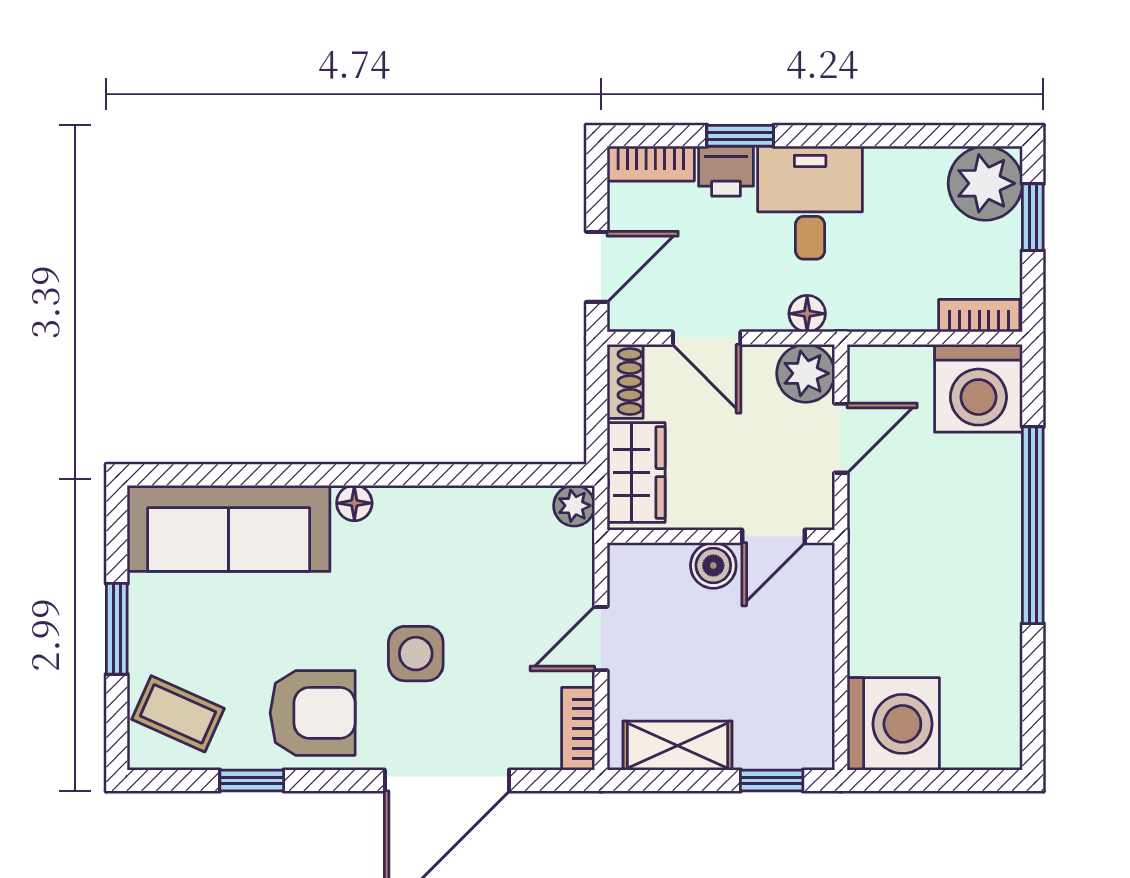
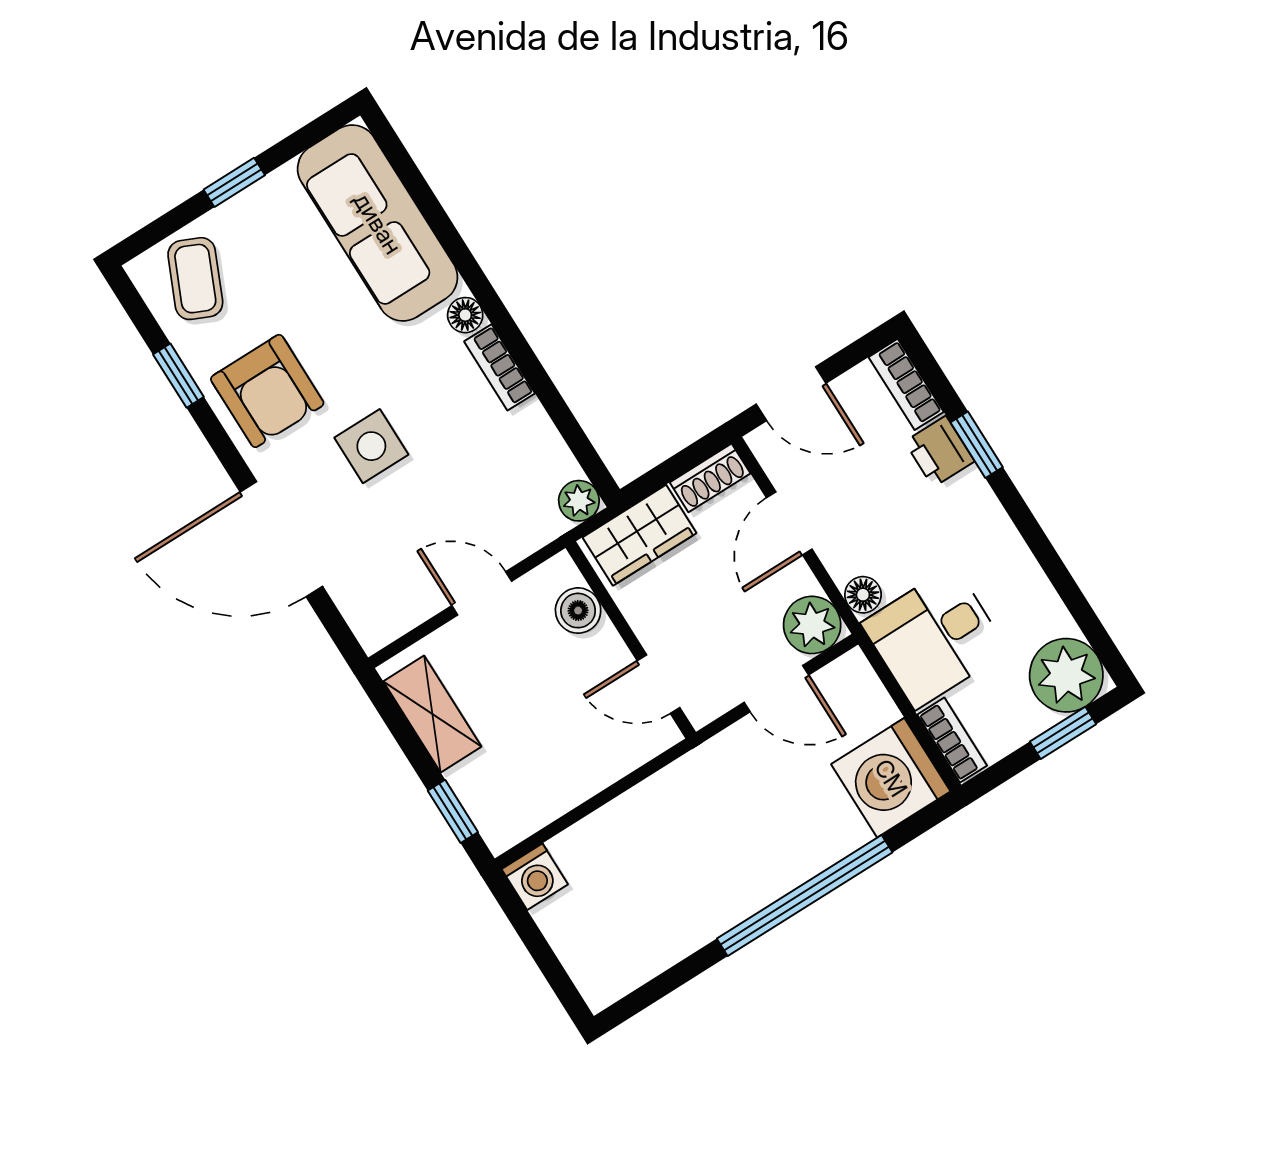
desk: (810, 203) -> (935, 637), moved, turned 180
boiler: (713, 565) -> (578, 611), moved
window: (117, 629) -> (234, 182), width x0.67
washing machine: (893, 724) -> (535, 877), width x0.53, depth x0.53
bookcase: (578, 729) -> (500, 367), moved, turned -90

